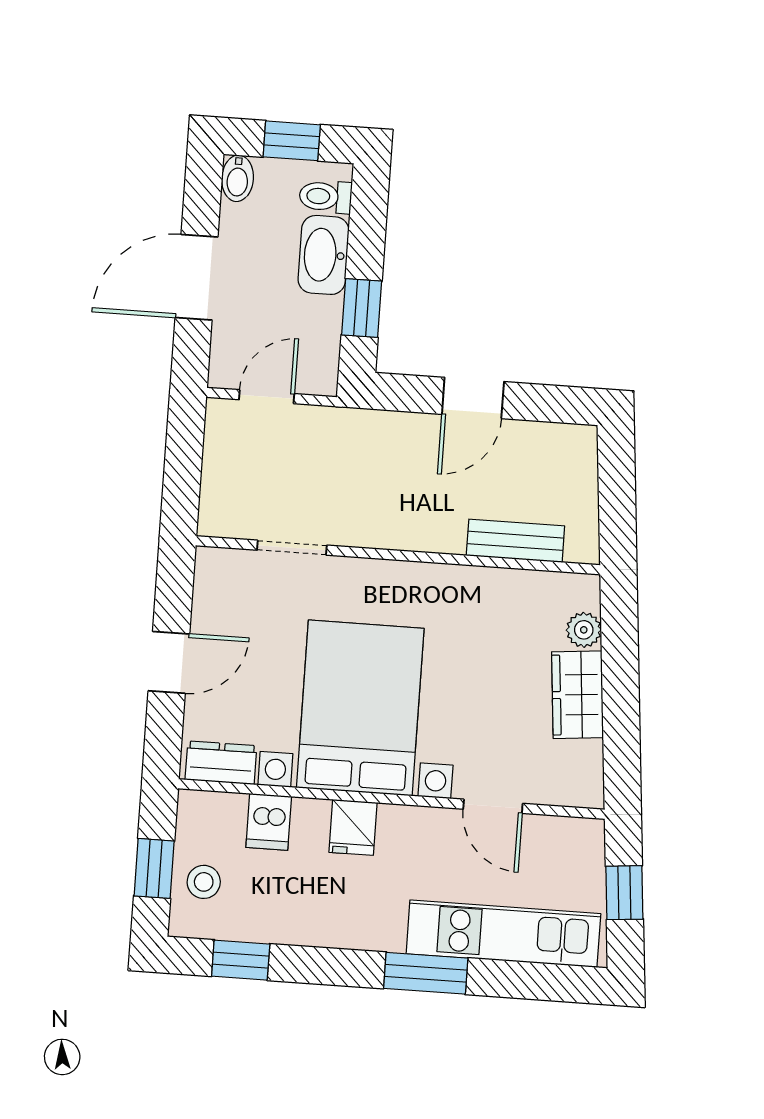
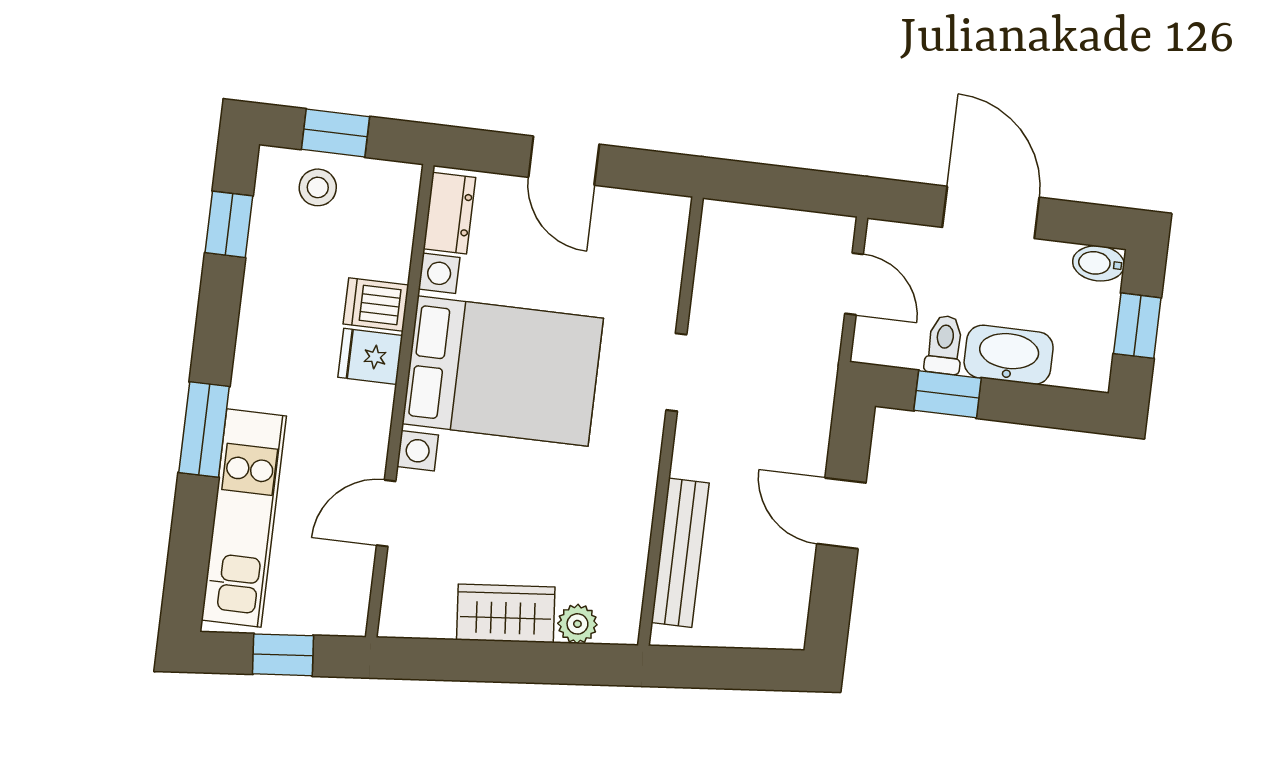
toilet: (326, 197) -> (944, 345), moved
bench: (515, 541) -> (680, 553), width x1.36
doorway: (292, 548) -> (676, 372), moved
dishwasher: (269, 822) -> (376, 304), moved

